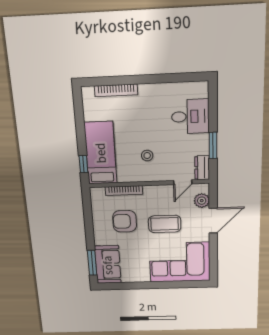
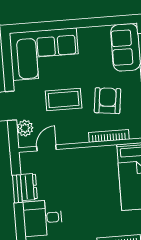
stool: (147, 156) -> (85, 176), removed
dresser: (202, 168) -> (29, 187), moved
armchair: (125, 221) -> (108, 101), turned -83

